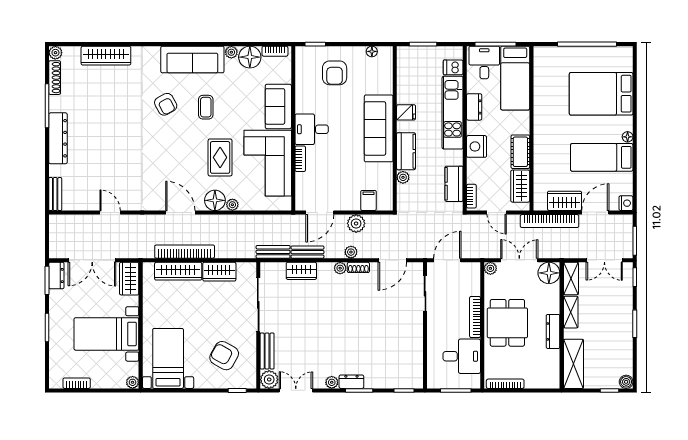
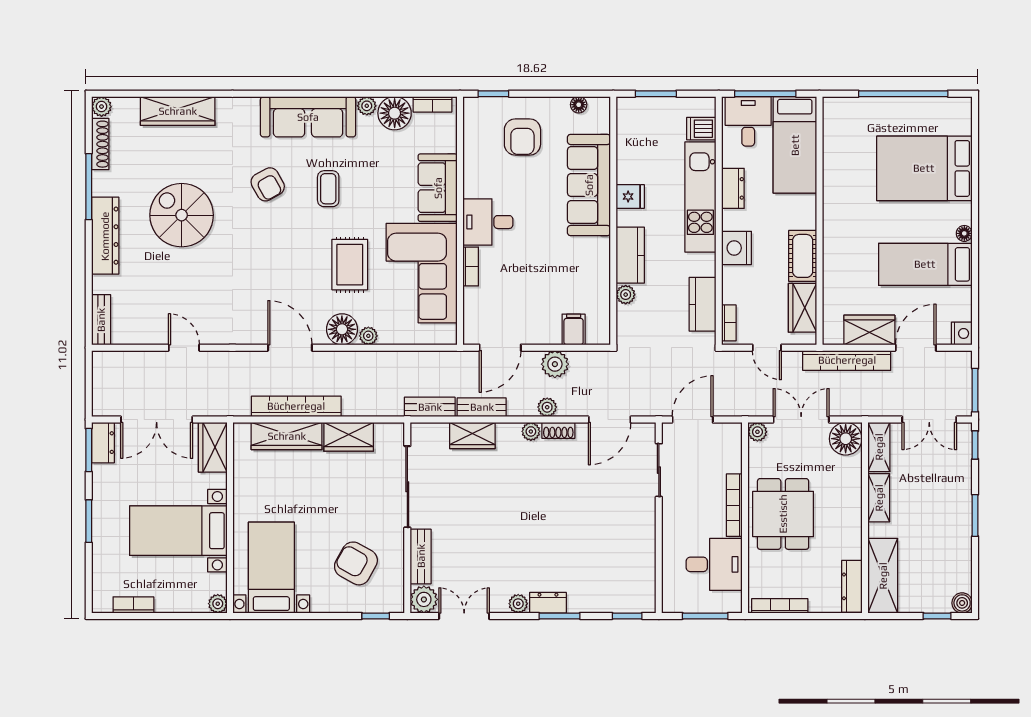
spiral stairs: (109, 125) -> (182, 215), added
sofa: (379, 128) -> (589, 185), moved
dresser: (553, 331) -> (852, 586), moved

